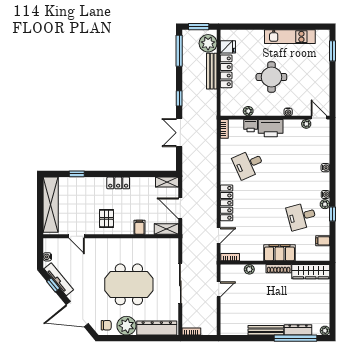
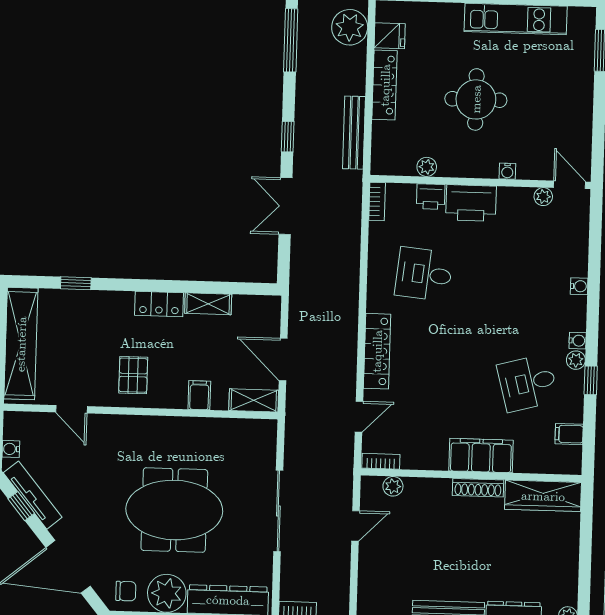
bench: (212, 71) -> (354, 133), moved
desk: (248, 164) -> (424, 274), turned 30
shelving: (167, 182) -> (208, 304), moved
plant: (249, 269) -> (393, 486), moved

